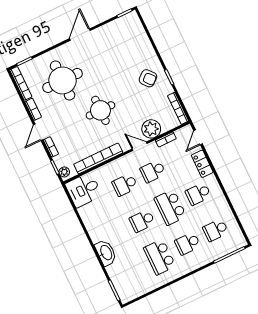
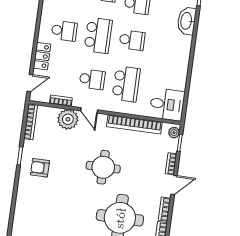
armchair: (148, 78) -> (40, 168), turned -50
school desk: (125, 185) -> (126, 84), width x1.85
washbasin: (106, 253) -> (187, 21), moved

